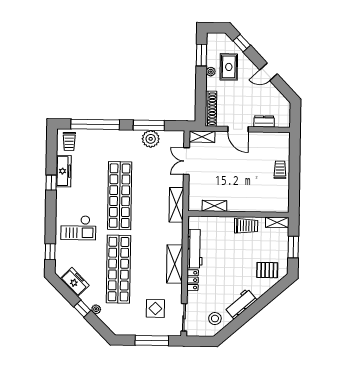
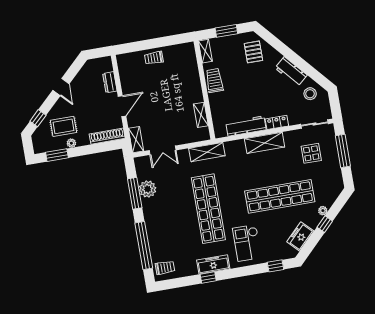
freezer: (64, 171) -> (213, 264), moved
shop shelf: (120, 196) -> (208, 209), turned 90
checkout: (78, 228) -> (247, 243), turned 180

